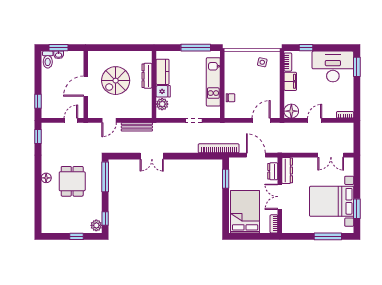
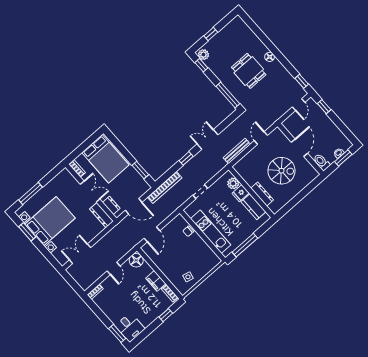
toilet: (48, 60) -> (322, 162), moved
desk: (333, 66) -> (130, 327), width x0.53, depth x0.77
spiral stairs: (116, 81) -> (281, 171), turned 90
door: (71, 120) -> (299, 105), moved
window: (182, 156) -> (186, 158), added

